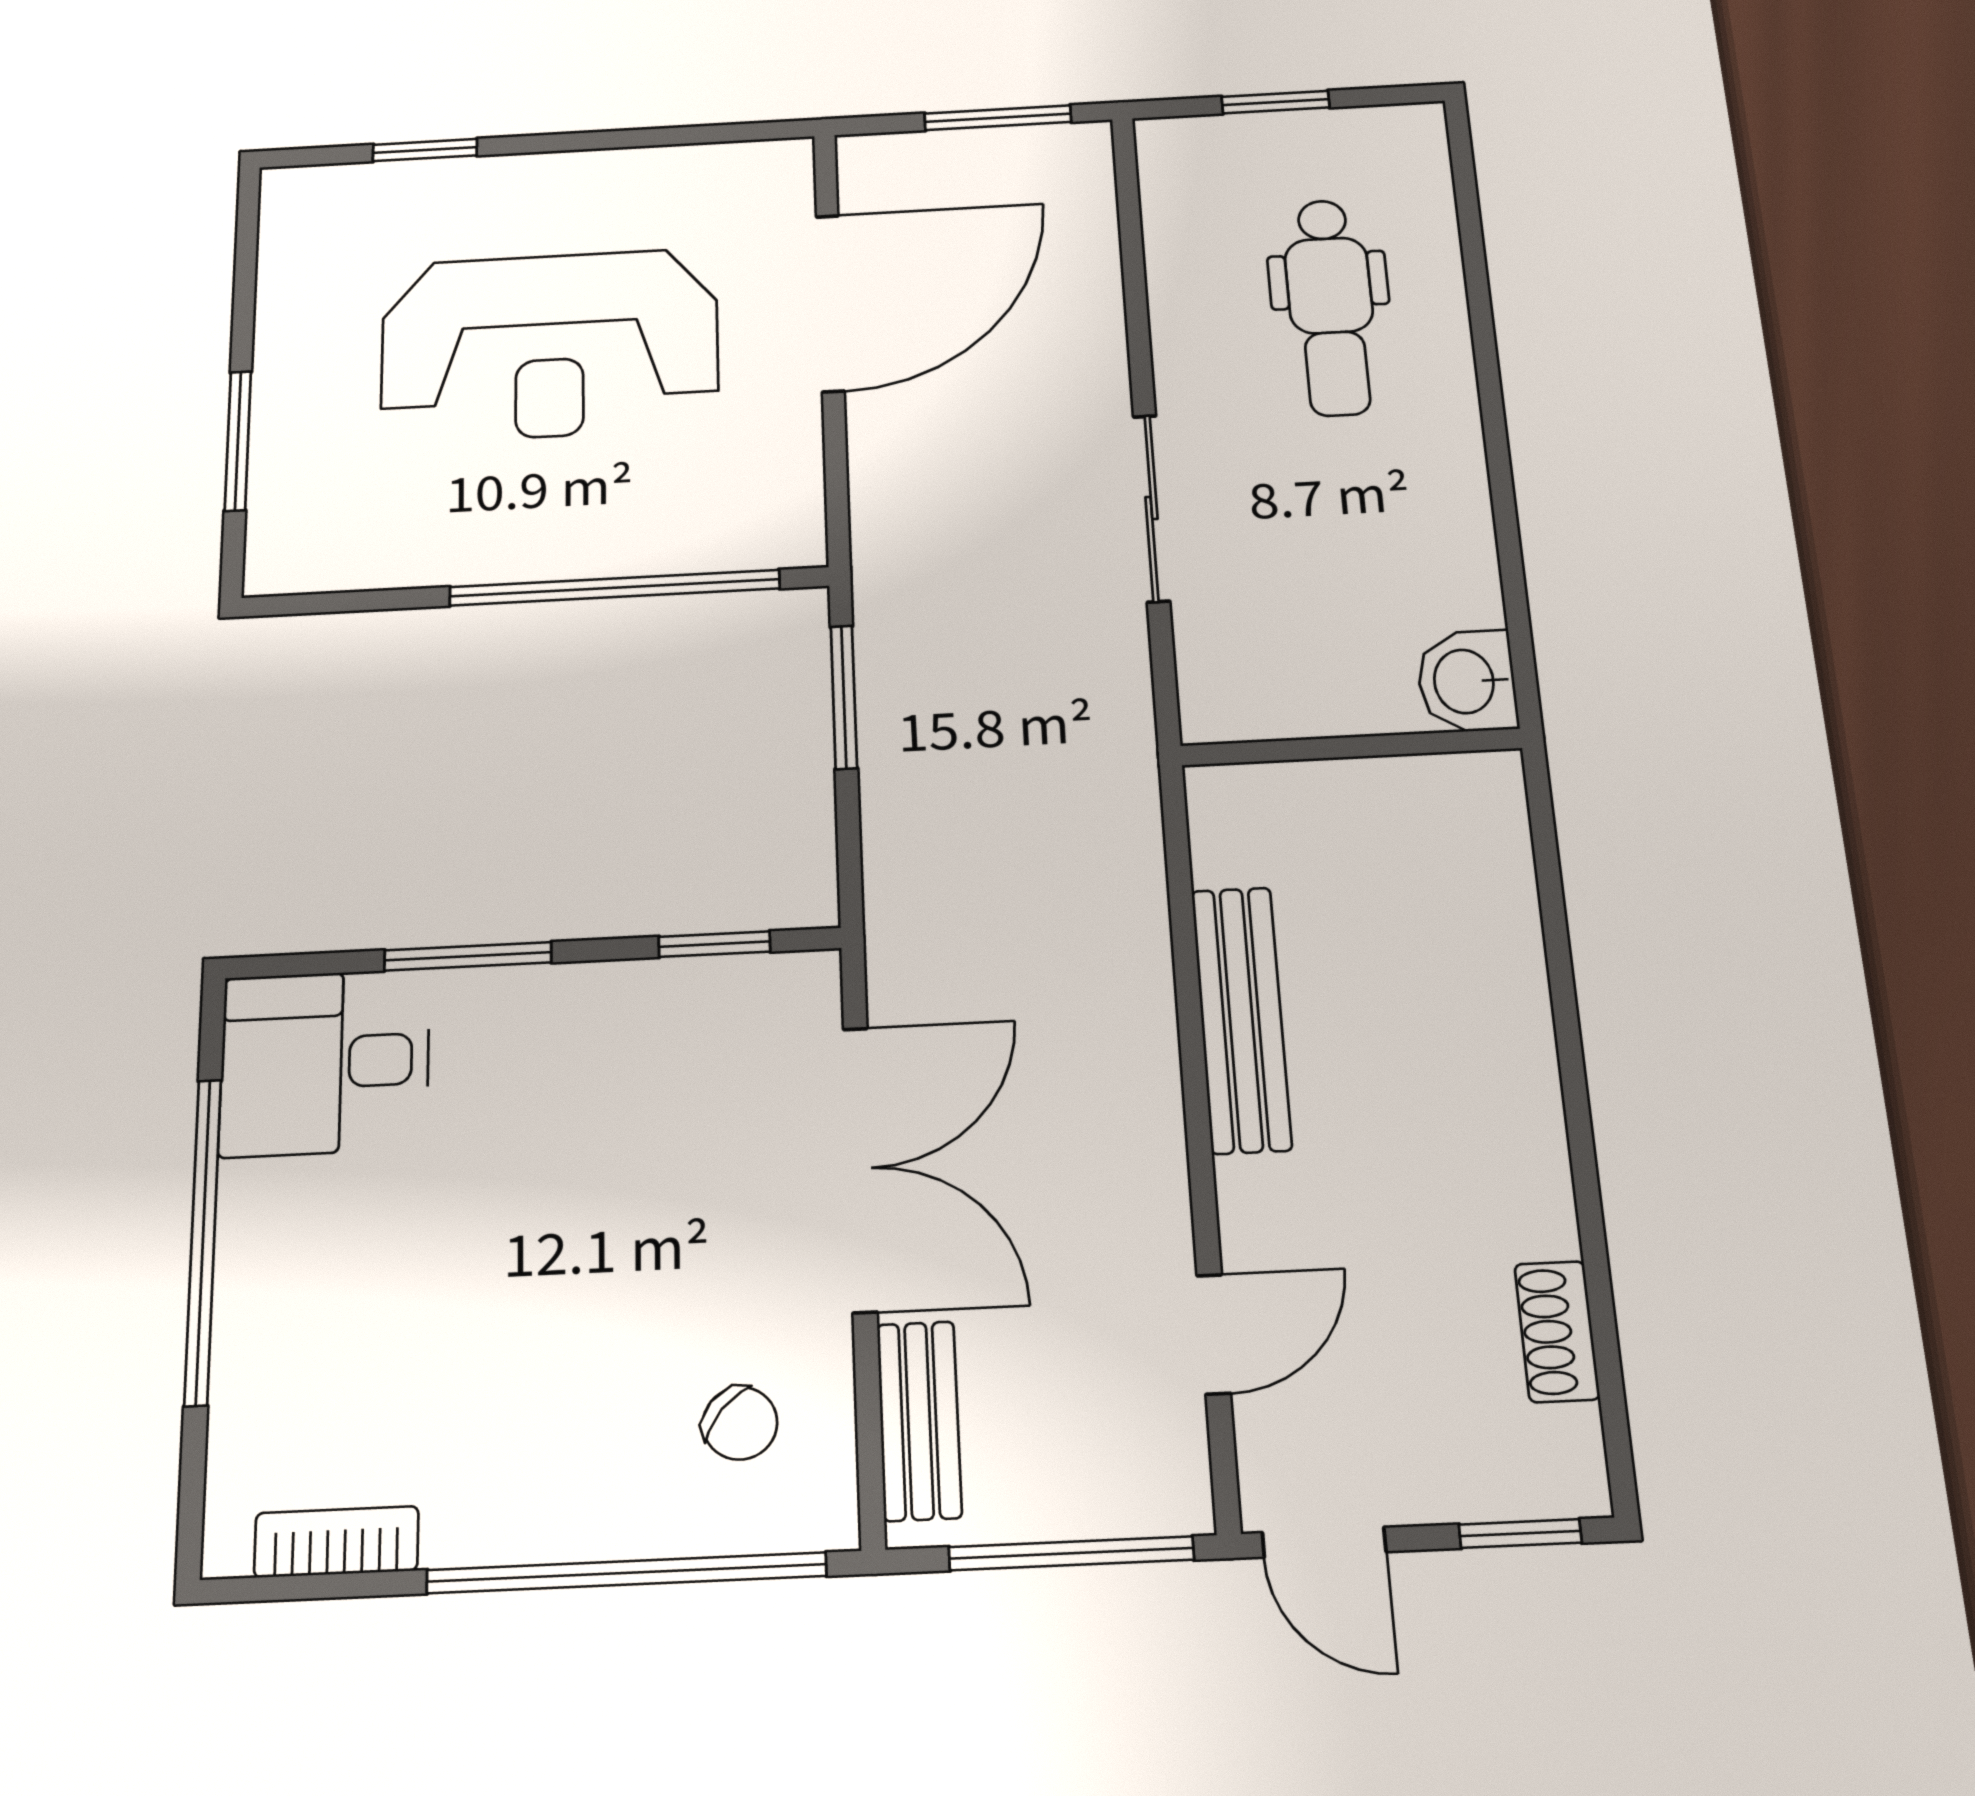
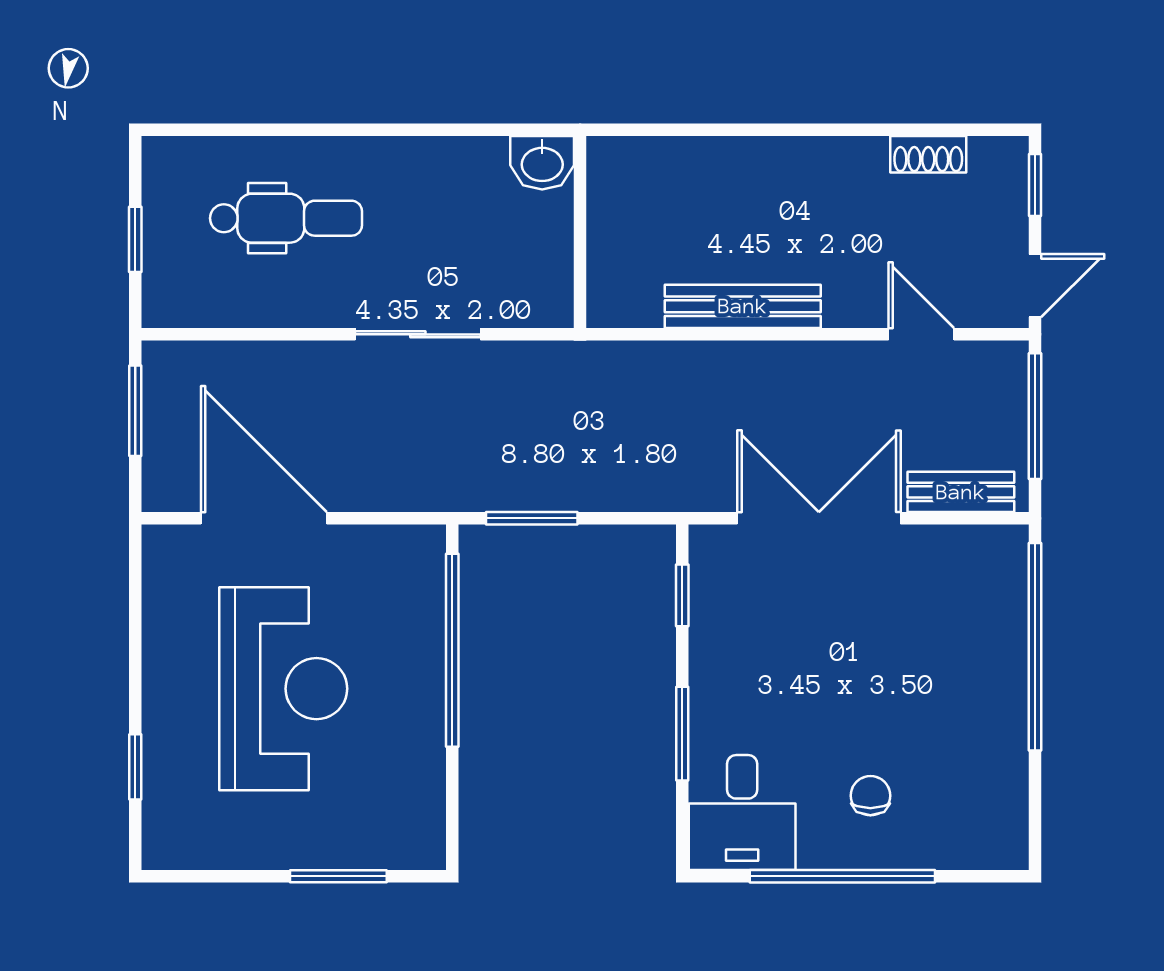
chair: (740, 1423) -> (870, 796), moved, turned -40
bookcase: (336, 1542) -> (1012, 799), removed

